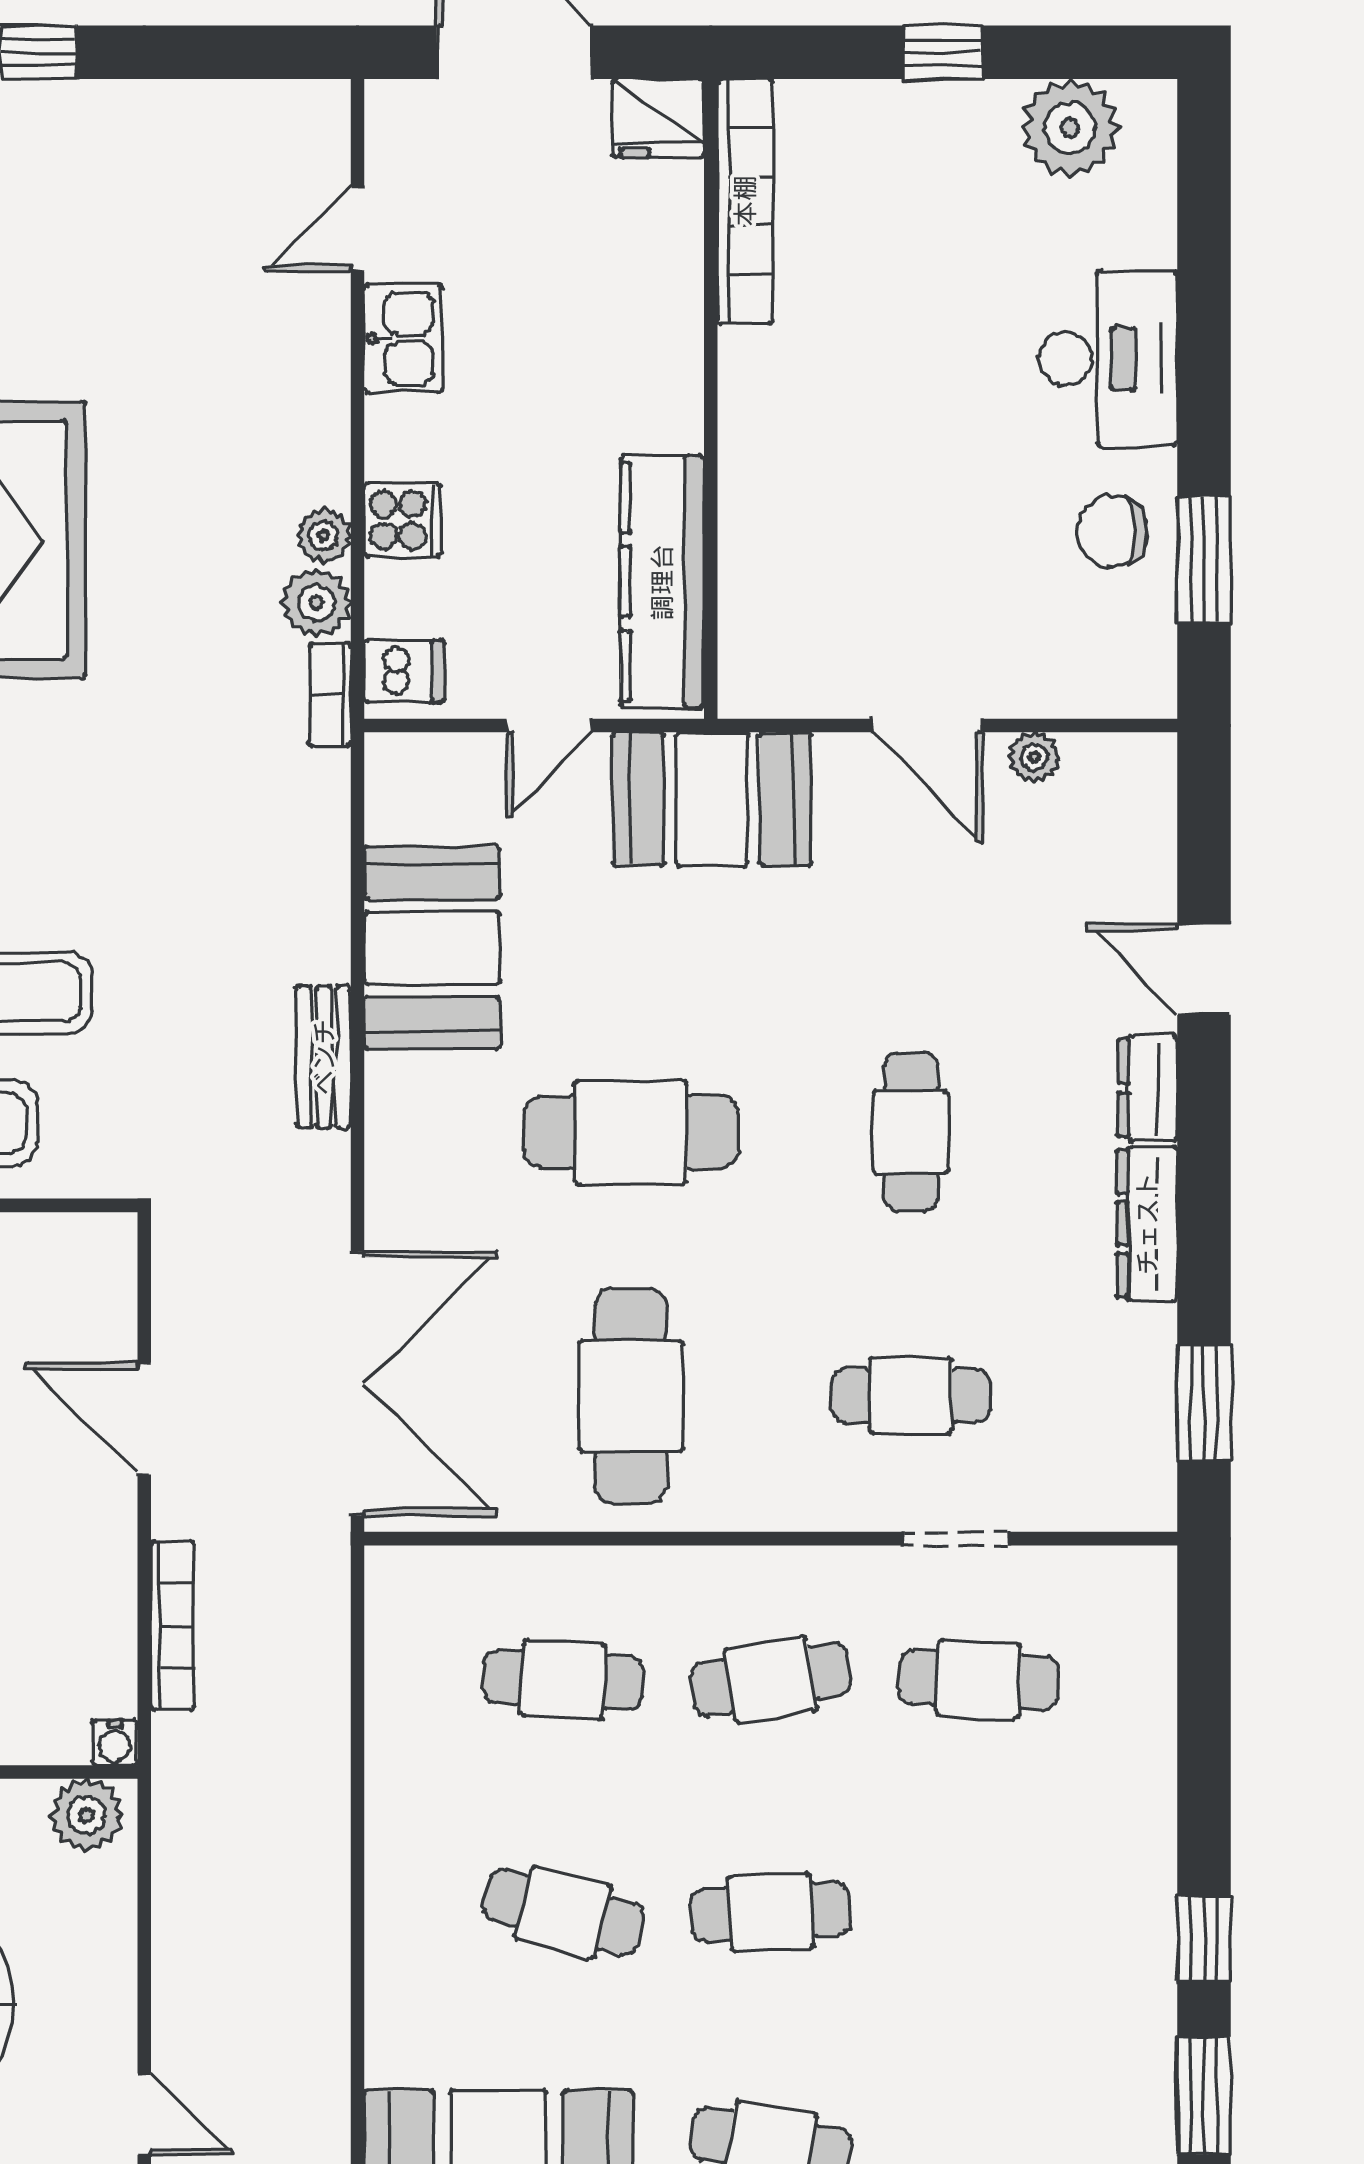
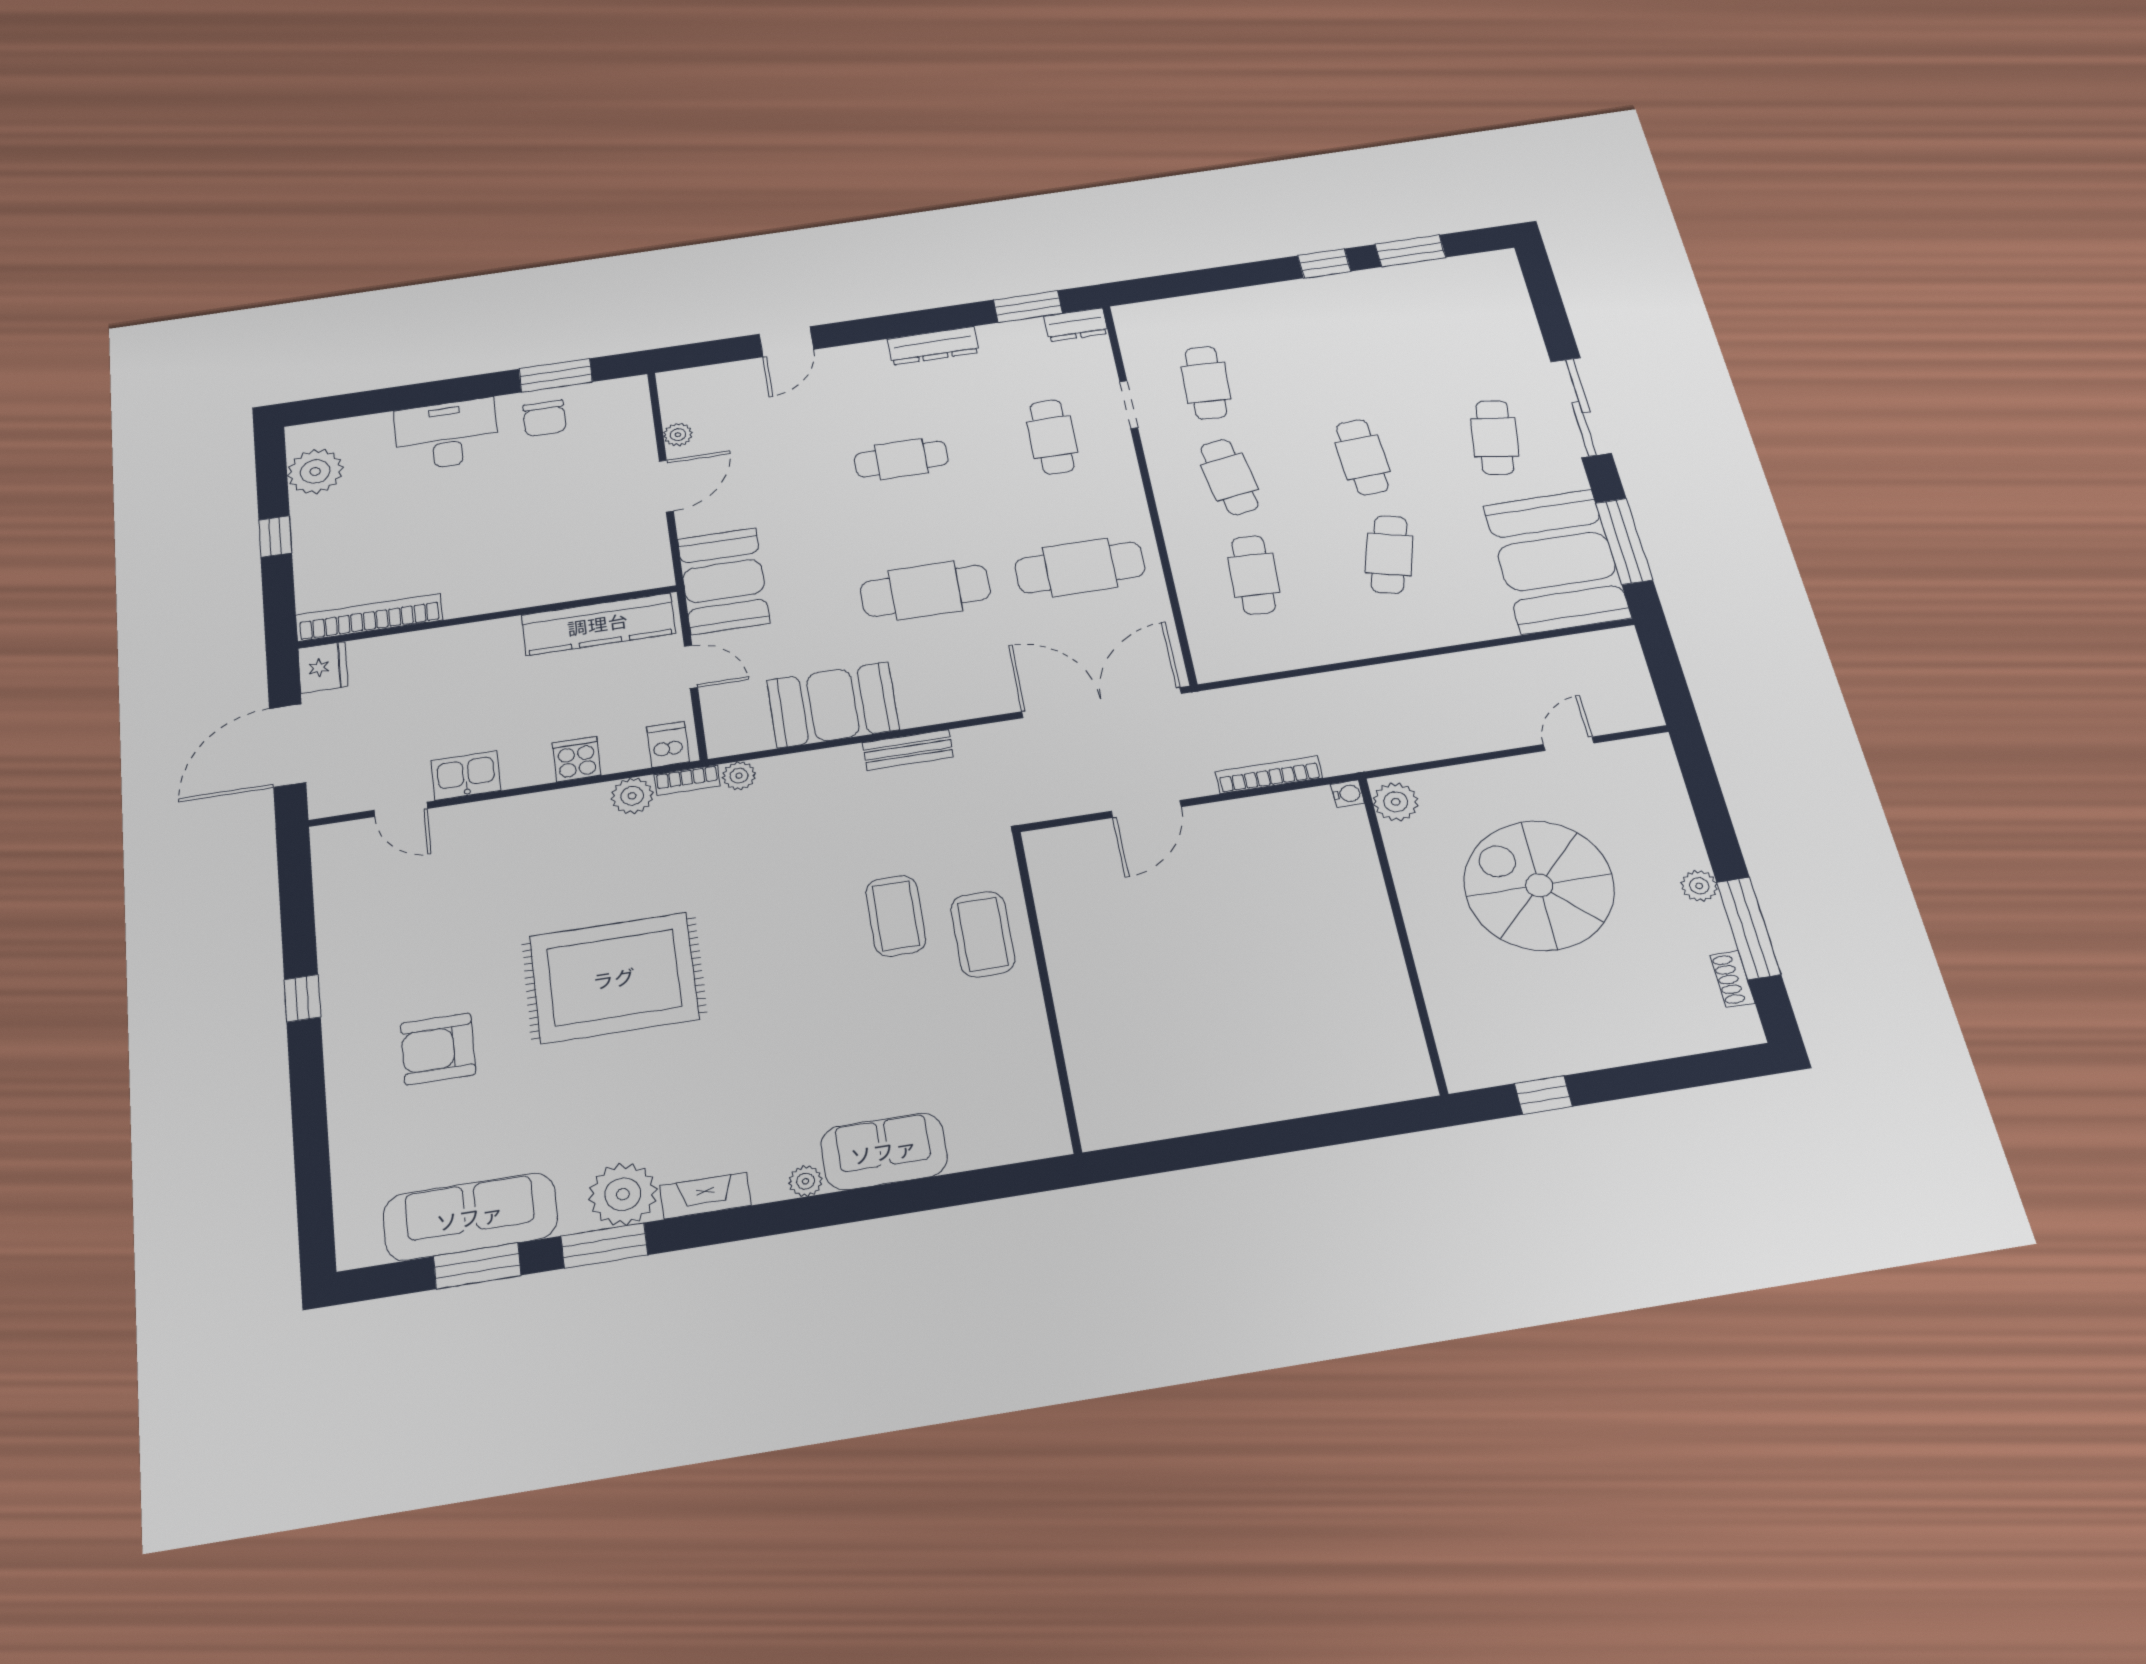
plant: (324, 536) -> (739, 776), moved
dresser: (1148, 1088) -> (1076, 325), moved
cafe table: (631, 1132) -> (925, 591), turned 90

